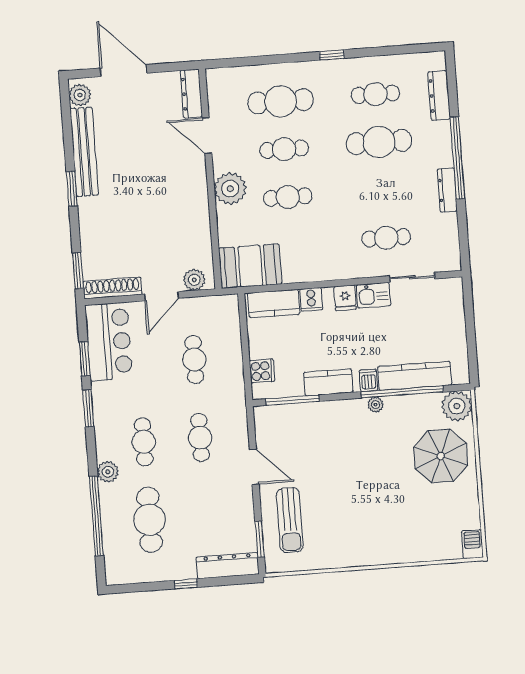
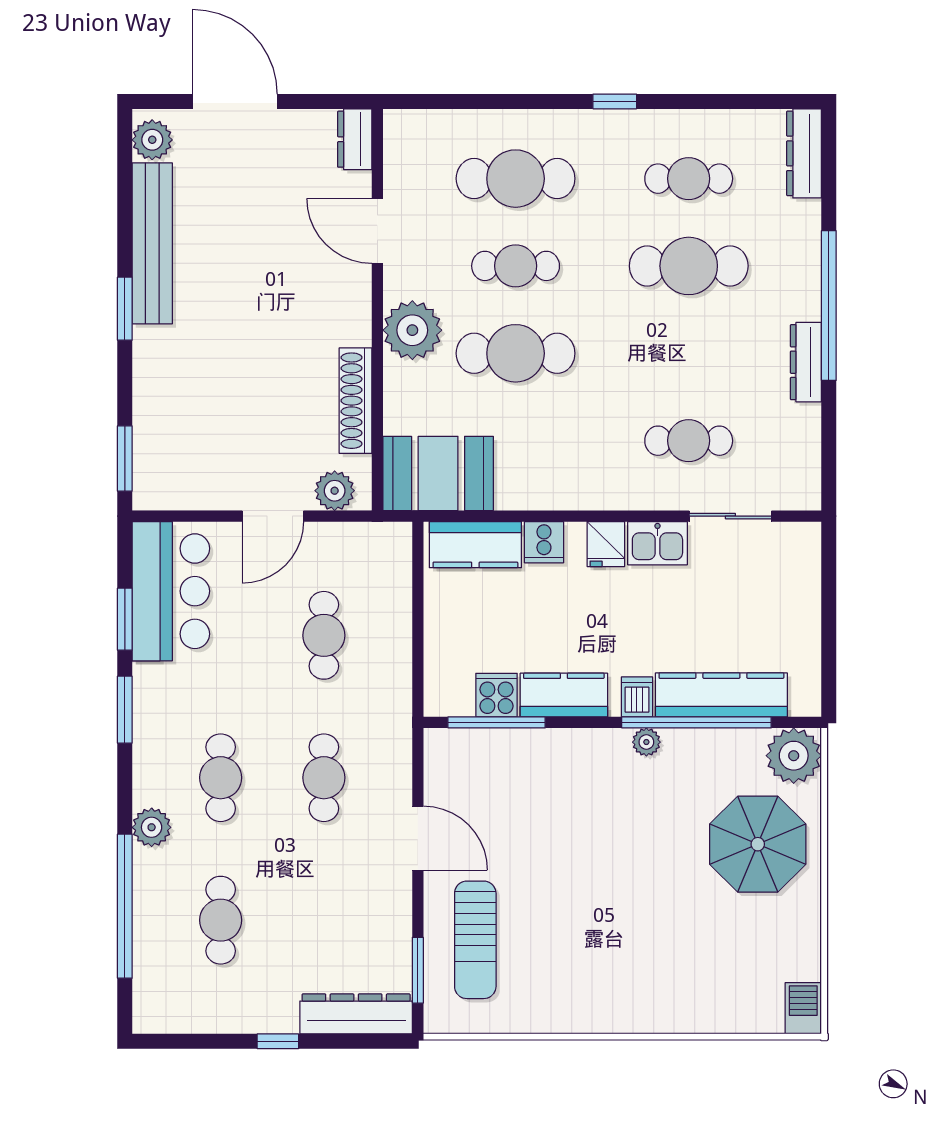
dresser: (191, 94) -> (355, 139), width x0.70
dresser: (439, 95) -> (804, 153), moved
cafe table: (288, 197) -> (516, 353), width x1.37, depth x1.35
shoe rack: (112, 288) -> (355, 401), moved, turned -90
cooker: (262, 371) -> (496, 695), moved, turned -90
cafe table: (150, 520) -> (221, 920), width x0.73, depth x0.74

